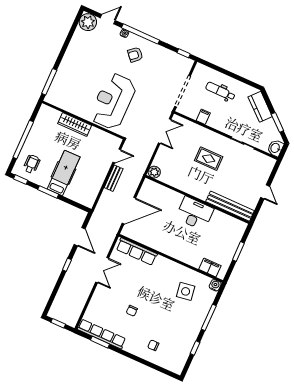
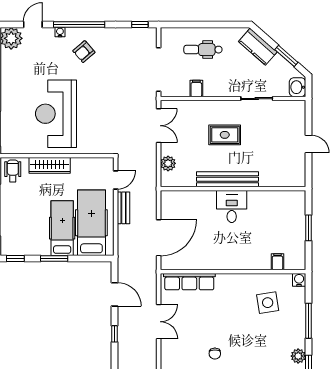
reception desk: (113, 101) -> (56, 114), moved
wheelchair: (32, 164) -> (13, 171), moved
plant: (154, 172) -> (168, 163), moved
hospital bed: (86, 178) -> (91, 223), added
bench: (230, 206) -> (228, 179), moved
desk: (195, 213) -> (232, 206), width x0.73
filing cabinet: (210, 267) -> (277, 262), width x0.50
plant: (190, 339) -> (298, 356), added

